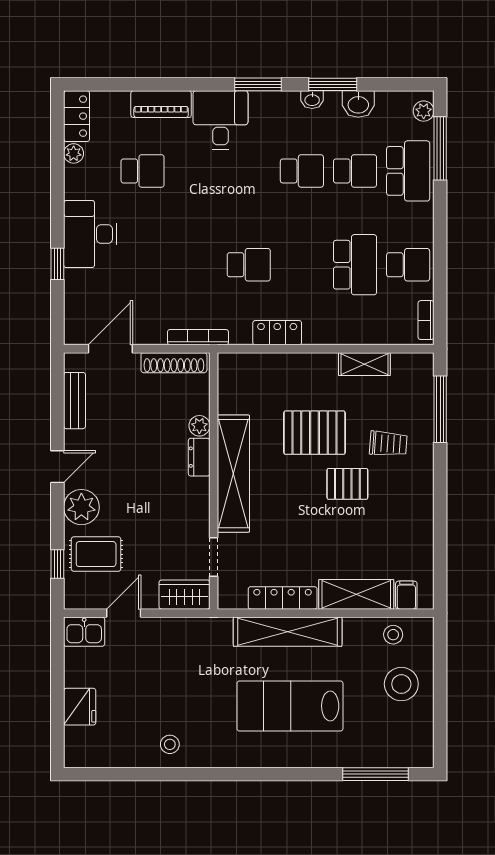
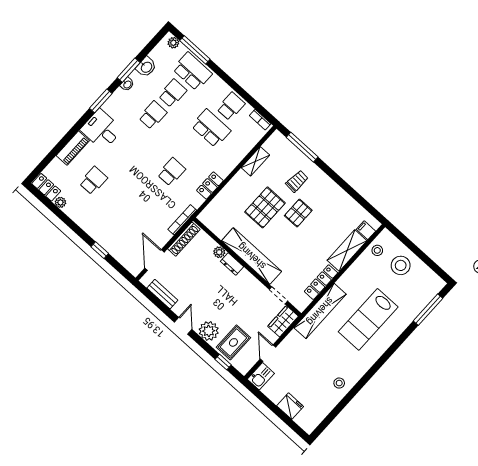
desk: (90, 234) -> (100, 226), removed
shelving: (288, 632) -> (320, 311), moved

